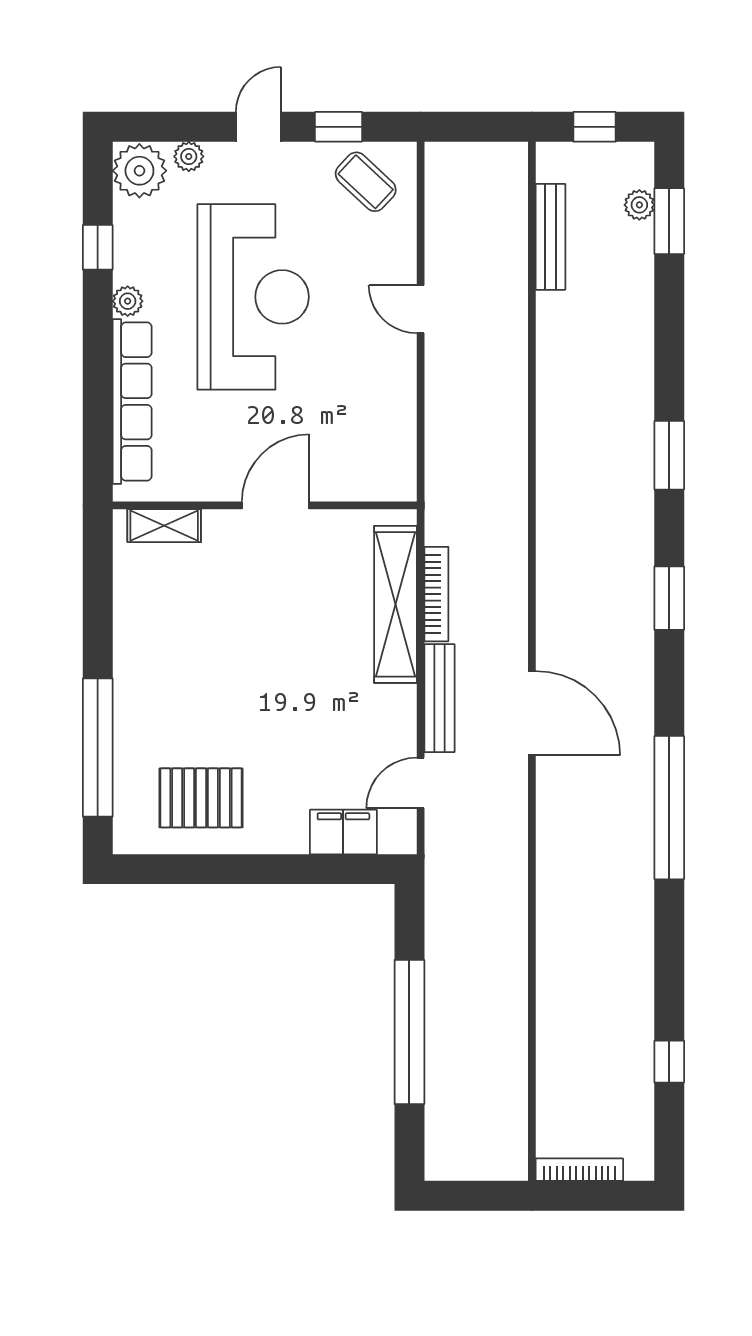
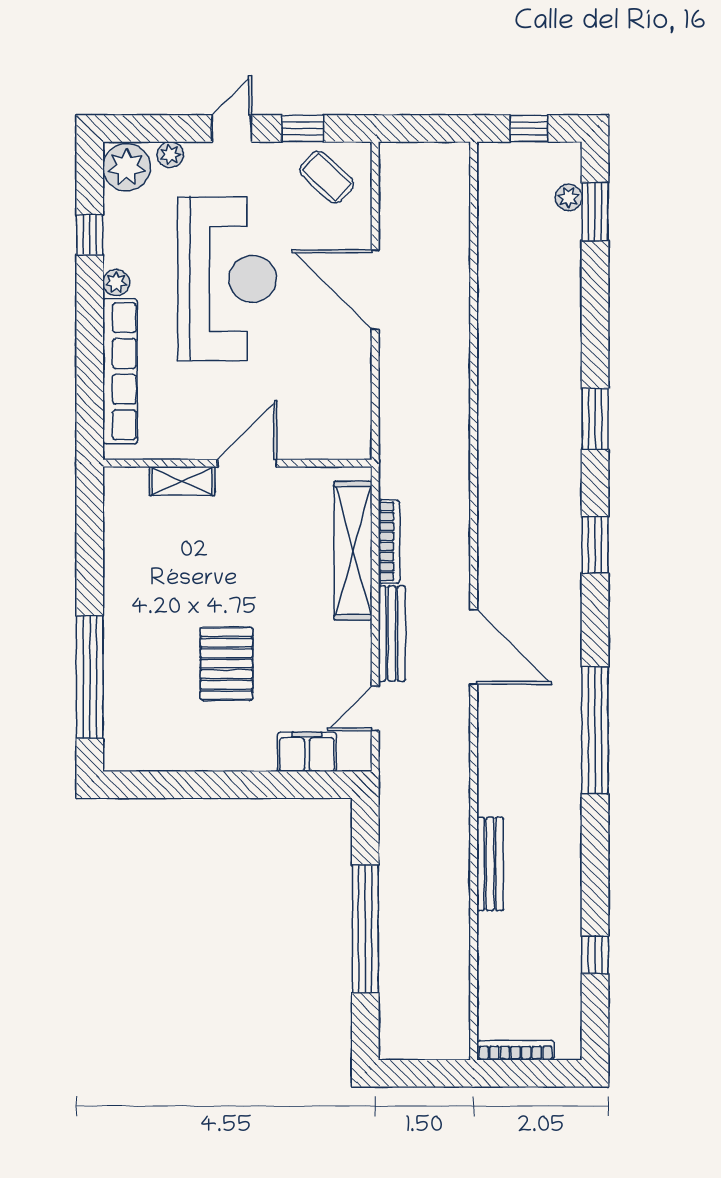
bench: (550, 237) -> (490, 864), moved
door: (421, 309) -> (375, 290), width x1.88
shelving: (164, 526) -> (182, 481), moved
pallet: (201, 798) -> (226, 664), moved, turned 90

